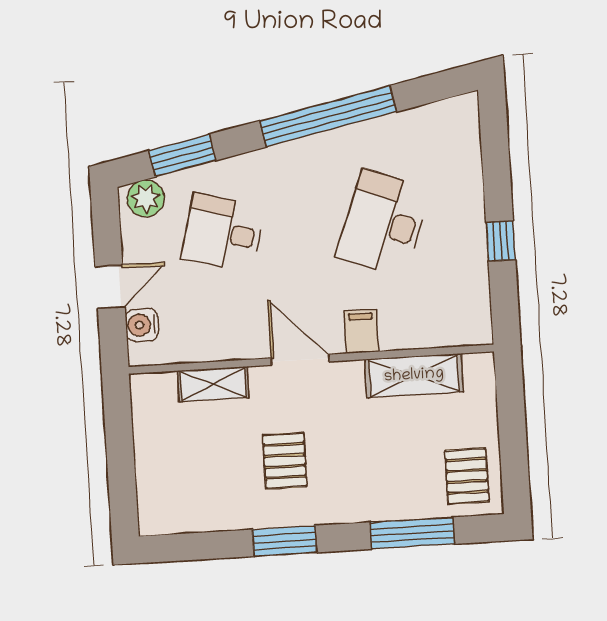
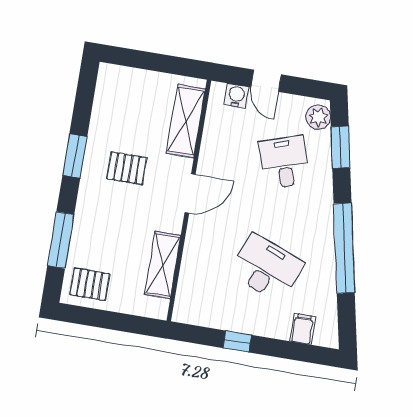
desk: (223, 233) -> (284, 162), turned -33
filing cabinet: (361, 331) -> (303, 329), moved, turned -90
shelving: (213, 384) -> (186, 121), width x1.50, depth x1.33

